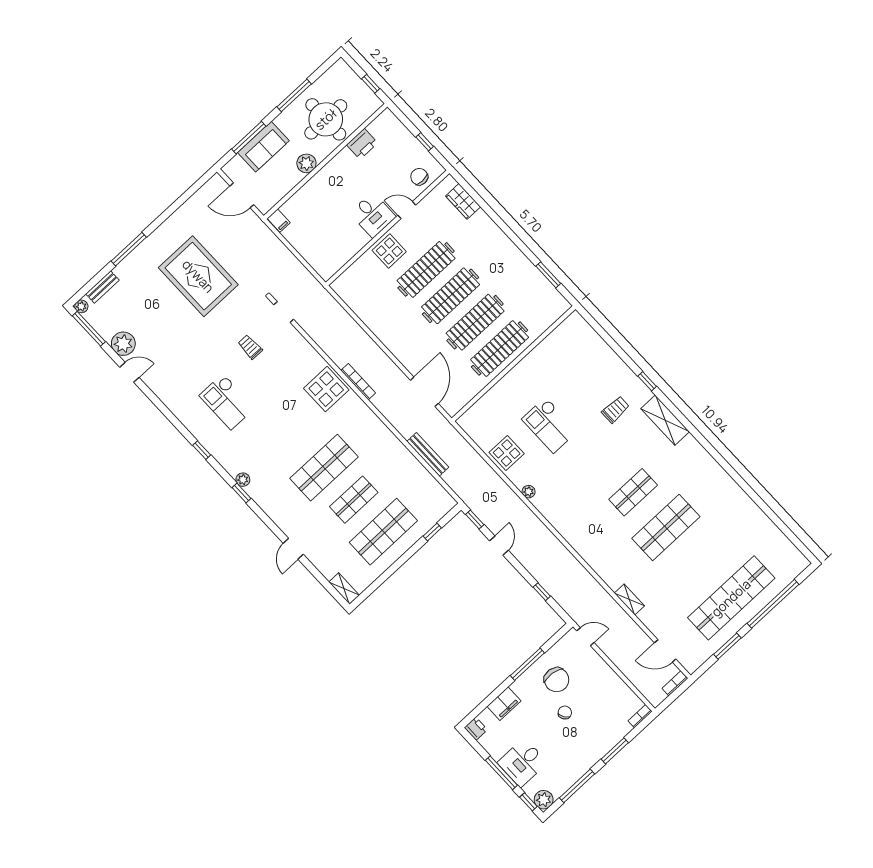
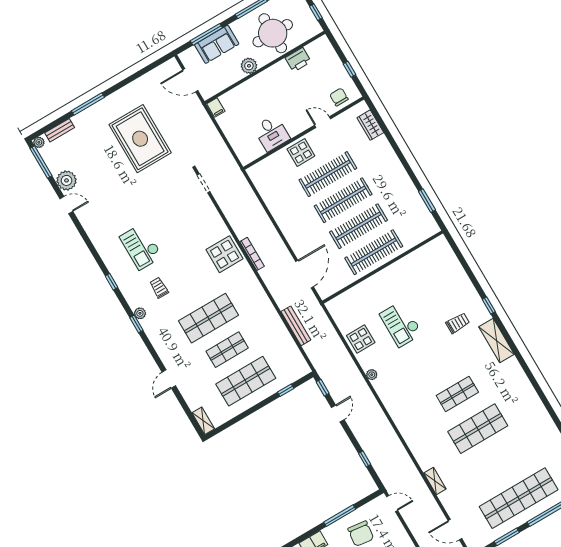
desk: (373, 215) -> (272, 133), moved
trolley: (250, 347) -> (159, 288), moved

